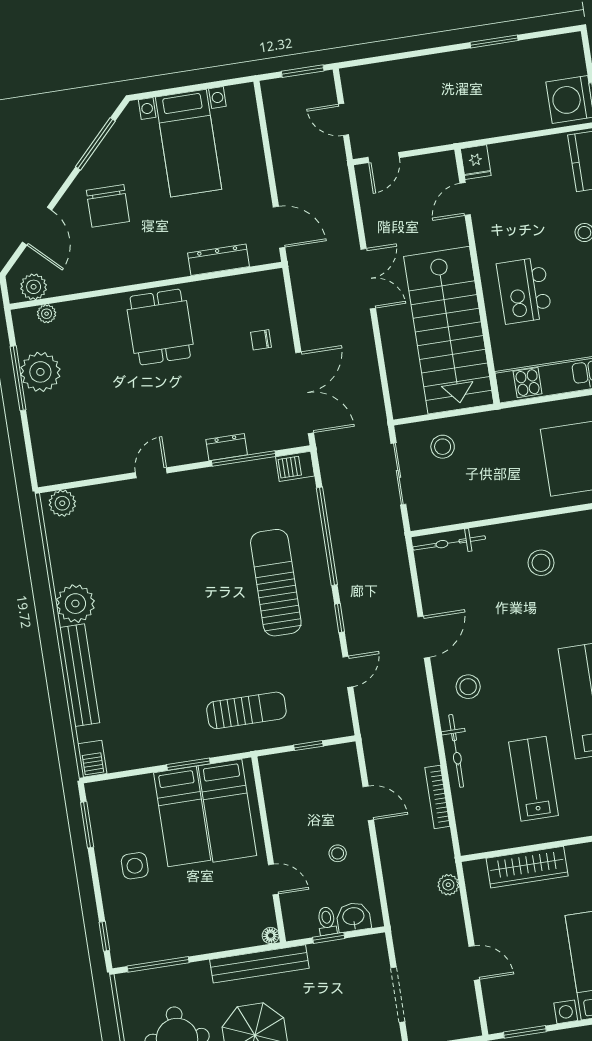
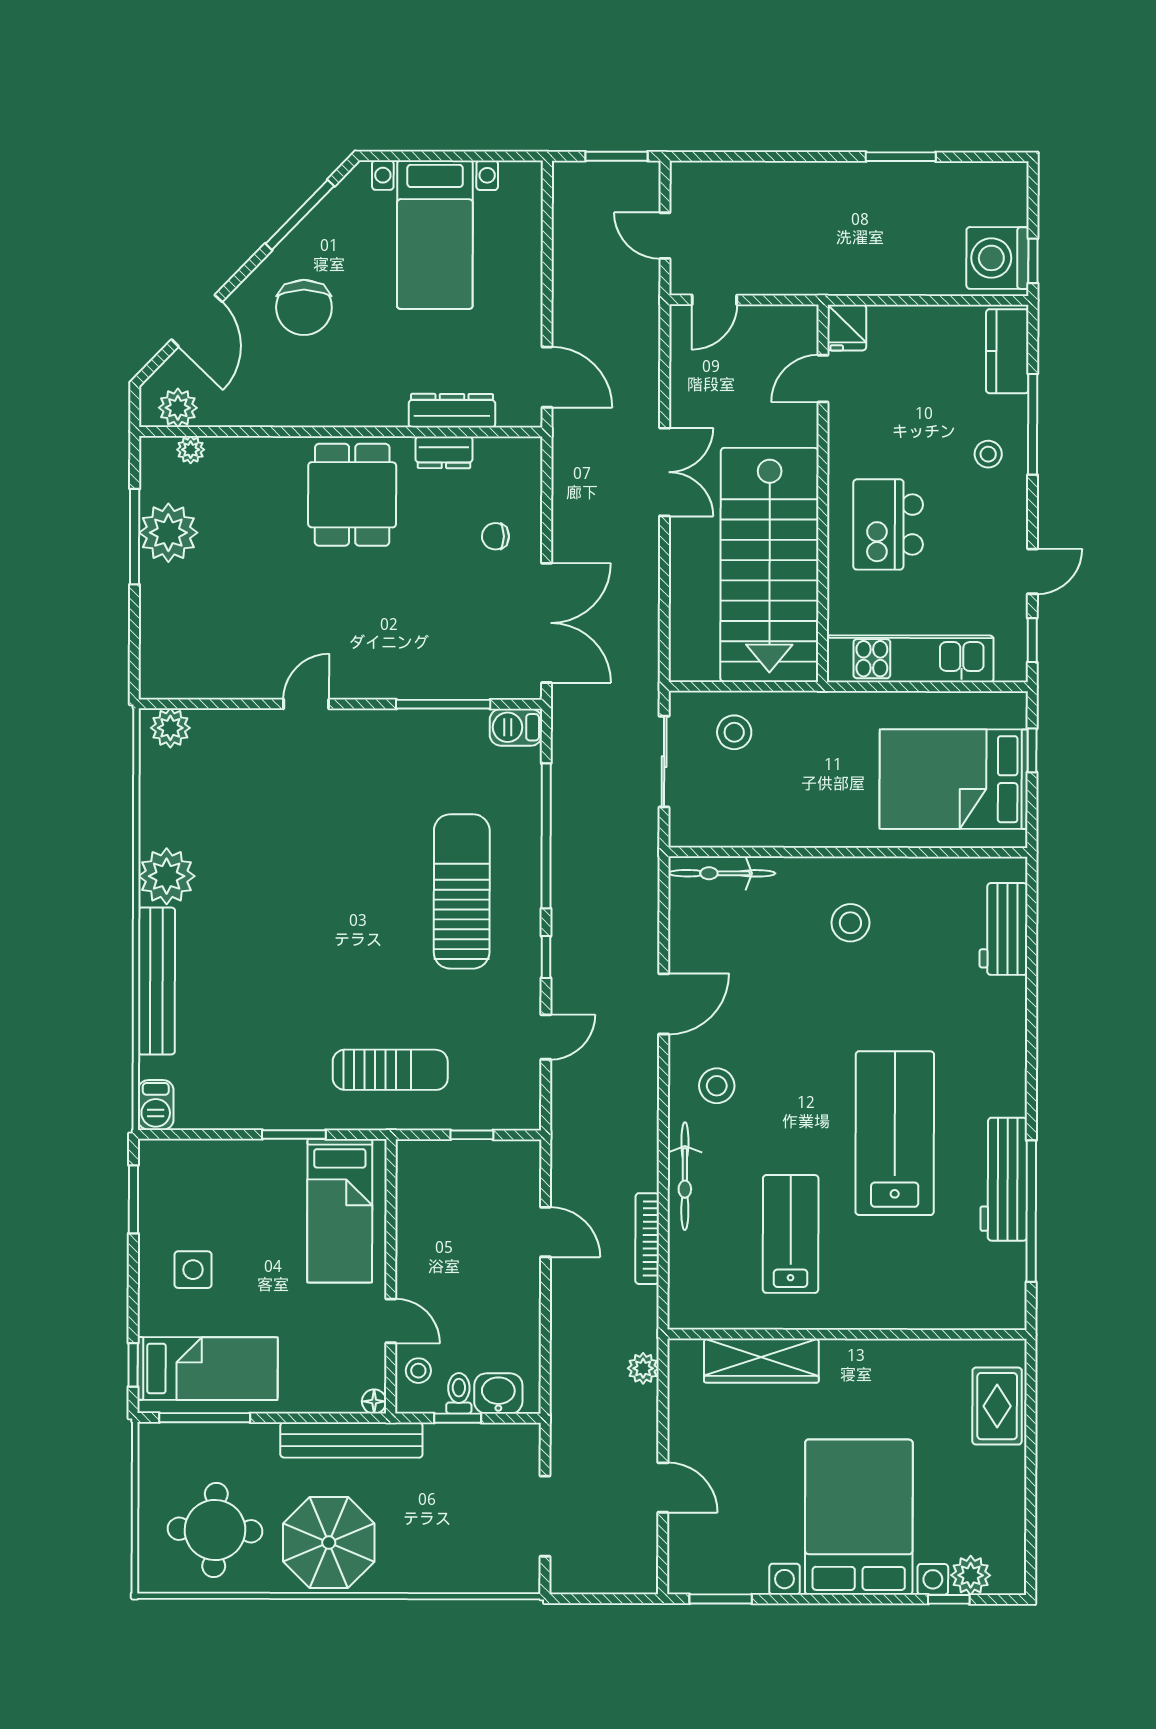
dresser: (227, 447) -> (444, 452), moved, turned 180
bed: (182, 816) -> (208, 1369), moved, turned -90
stool: (338, 853) -> (418, 1371), moved

